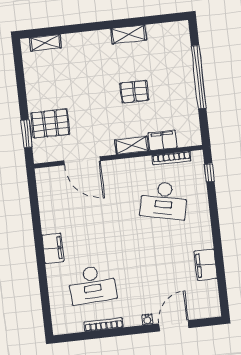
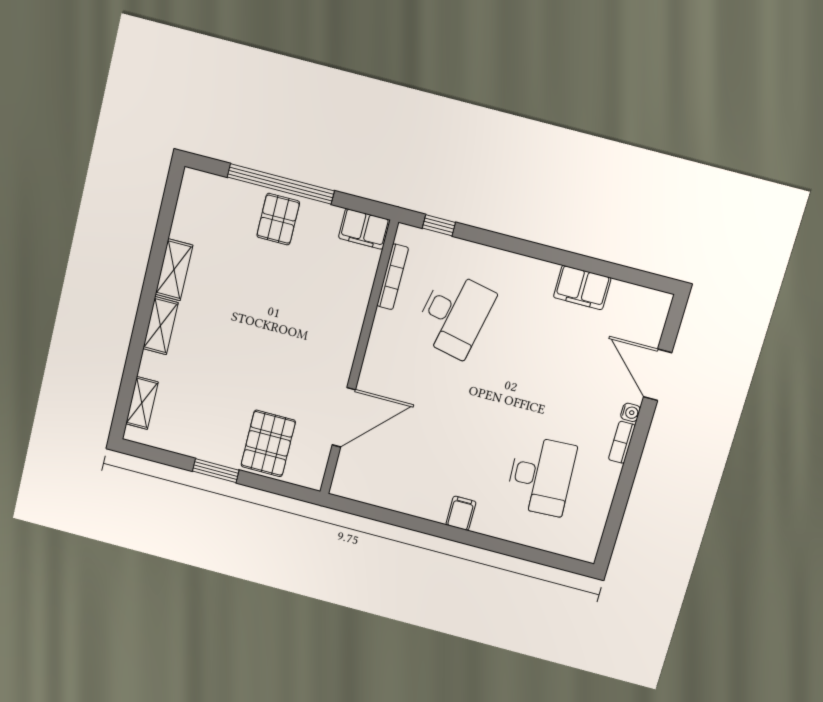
pallet: (134, 91) -> (278, 219), moved
window: (27, 134) -> (216, 471), moved
filing cabinet: (163, 140) -> (364, 229), moved, turned -90
shelving: (132, 145) -> (161, 326), moved
filing cabinet: (53, 248) -> (461, 513), width x0.50
bookcase: (104, 325) -> (622, 442), moved, width x0.64

